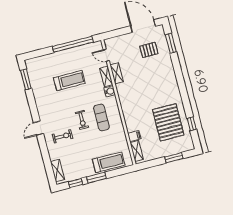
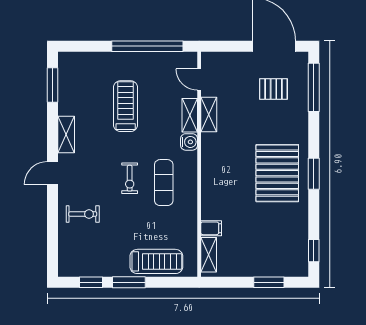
window: (171, 43) -> (314, 87), width x1.44
treadmill: (69, 81) -> (126, 106), turned -90
window: (183, 91) -> (314, 174), added
pallet: (168, 122) -> (277, 173), moved
window: (192, 124) -> (314, 251), moved
exercise bike: (63, 136) -> (83, 214), moved
shelving: (57, 171) -> (66, 135), moved

